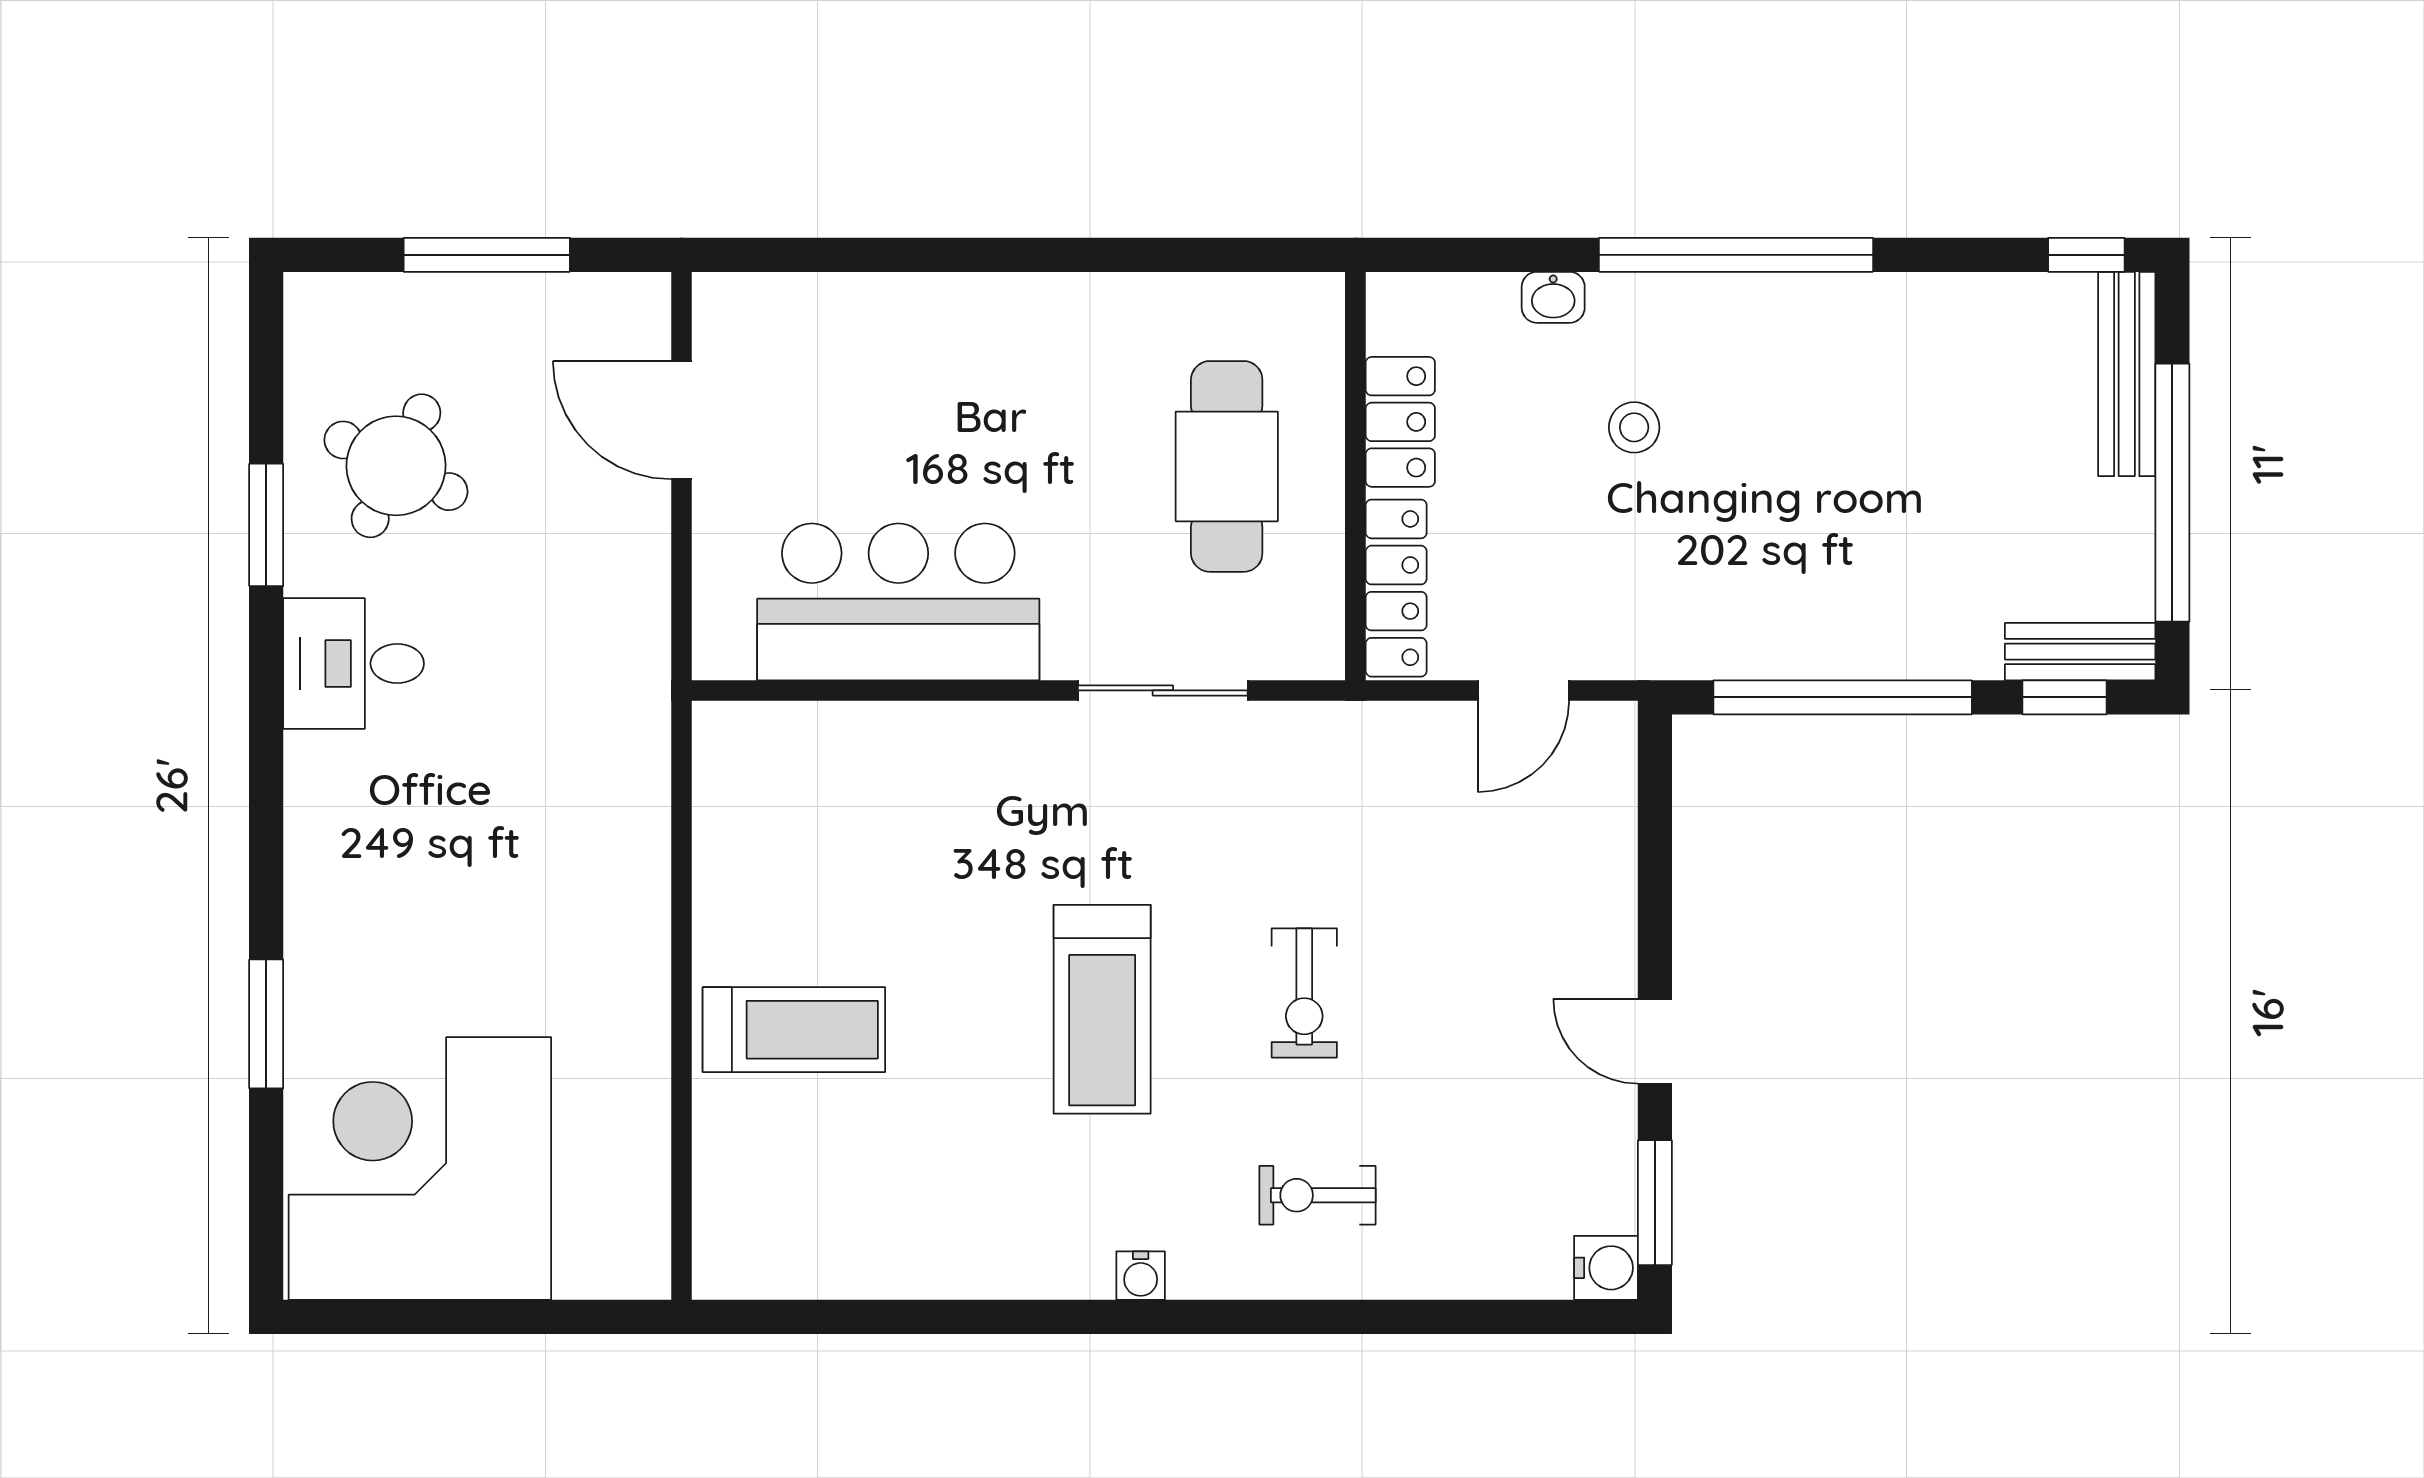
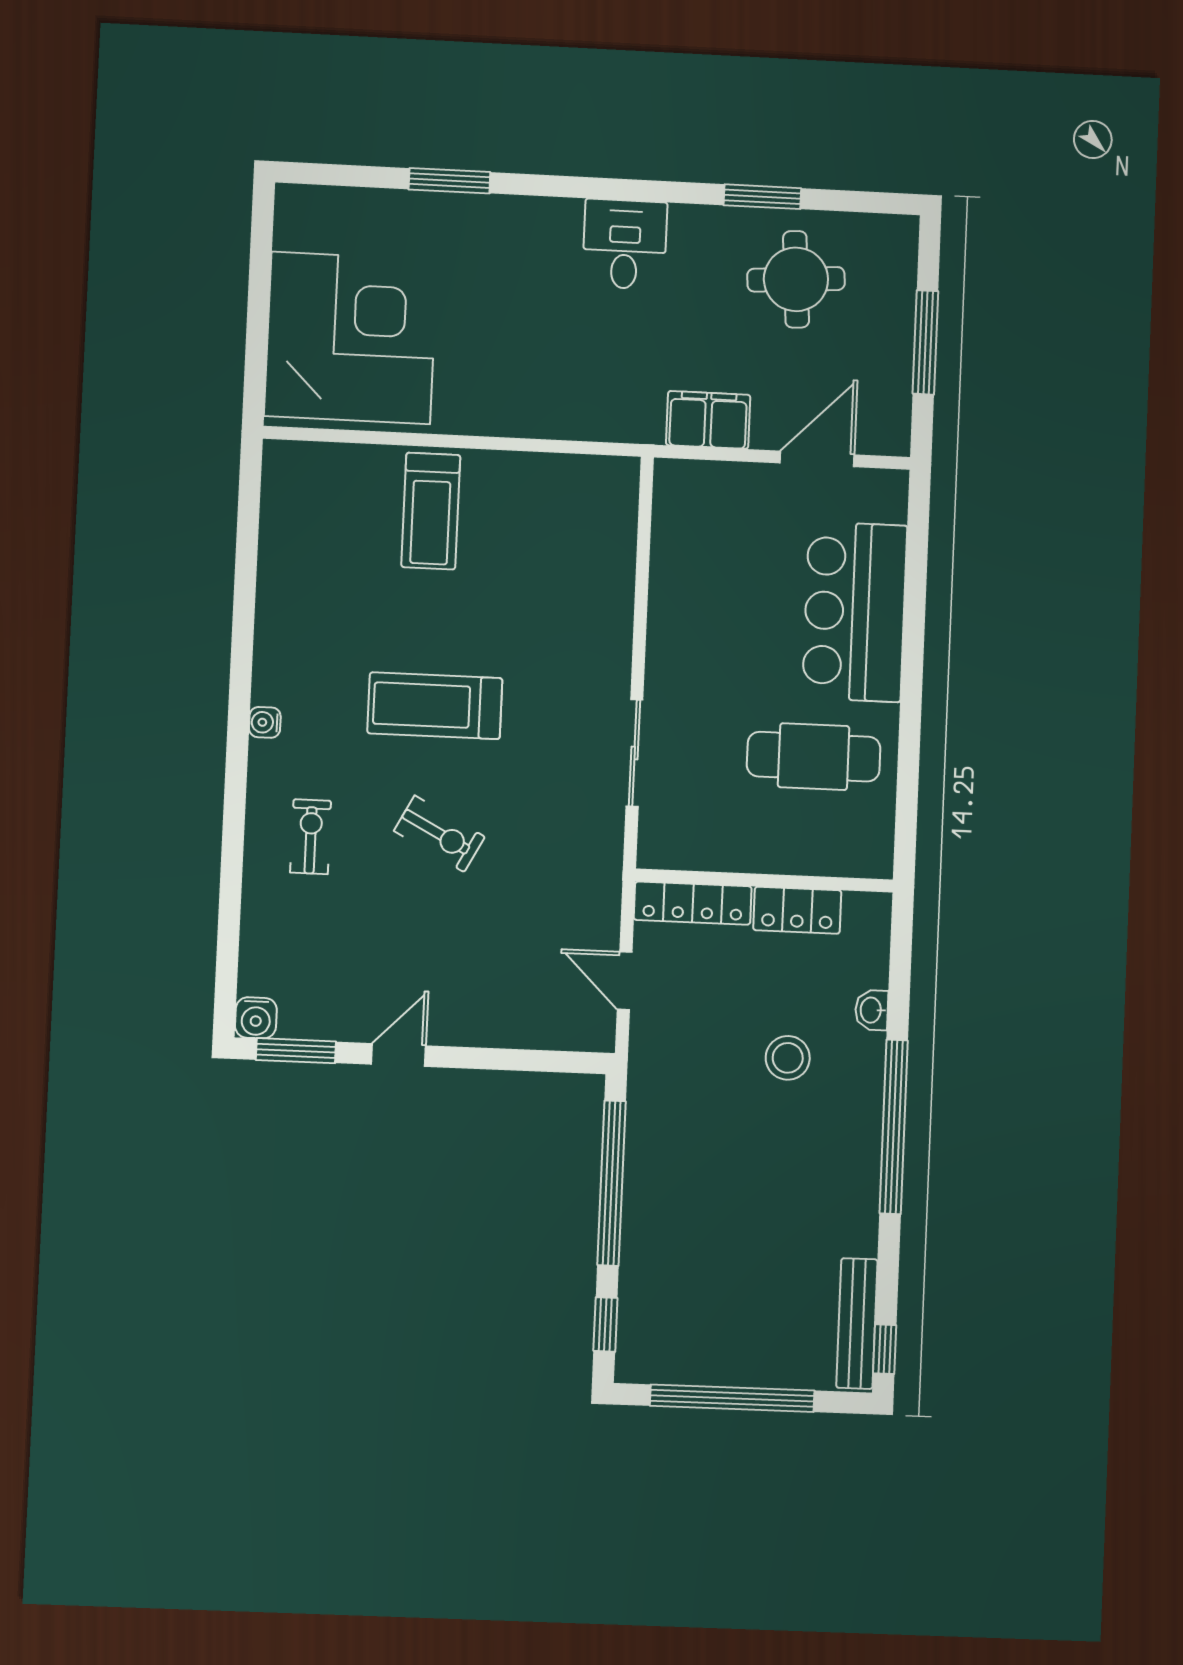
bench: (2127, 374) -> (857, 1324), moved, turned 90
stool: (1634, 427) -> (788, 1058), width x1.37, depth x1.37
round table: (396, 466) -> (796, 279), turned -30
cafe table: (1227, 466) -> (814, 757), moved
filing cabinet: (628, 596) -> (708, 420), added
bar counter: (898, 602) -> (855, 612), moved, turned 180
bench: (2080, 652) -> (634, 1336), removed
desk: (354, 664) -> (625, 244), moved
exercise bike: (1304, 993) -> (439, 834), turned -152
corner desk: (420, 1168) -> (351, 338), moved

